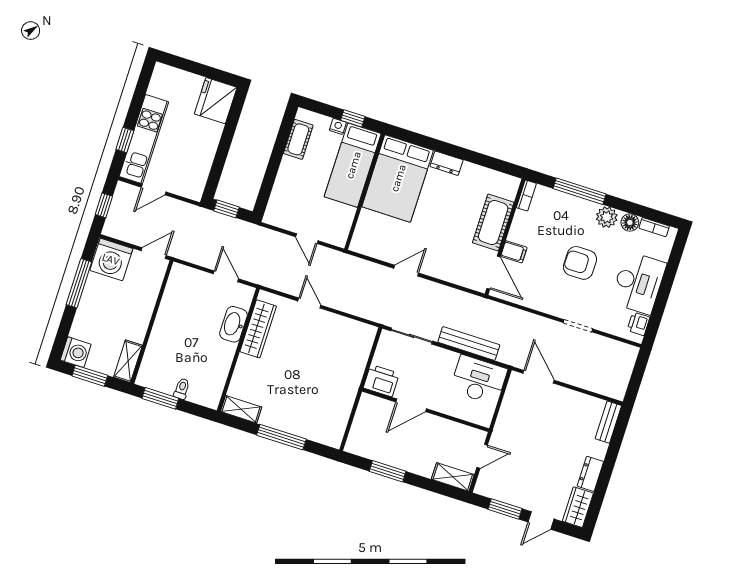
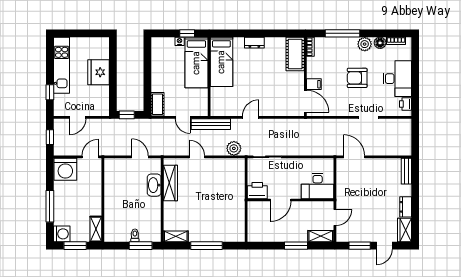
fridge: (216, 101) -> (98, 72), moved
kitchen unit: (144, 139) -> (62, 65), moved
cot: (298, 139) -> (158, 104), moved
bed: (398, 178) -> (221, 62), width x0.67
cot: (493, 223) -> (295, 54), moved
window: (79, 283) -> (50, 206), moved
plant: (367, 308) -> (234, 148), added
bench: (469, 343) -> (211, 124), moved
desk: (479, 380) -> (318, 186), moved, turned 180
window: (160, 398) -> (141, 246), moved
window: (388, 471) -> (296, 246), moved

